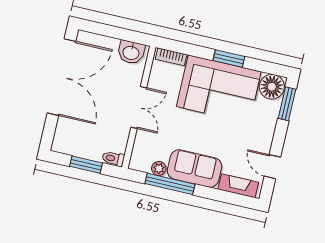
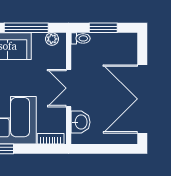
washbasin: (131, 52) -> (81, 122), moved, turned 90
plant: (159, 168) -> (52, 39), moved

